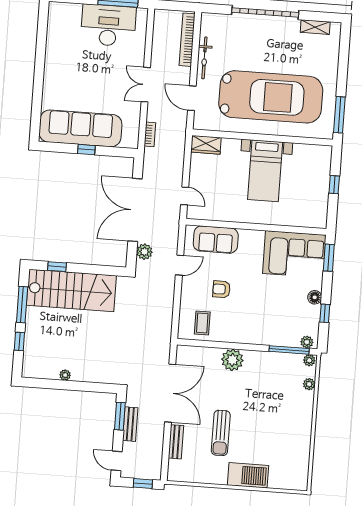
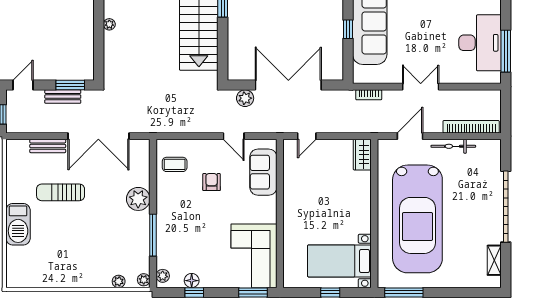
bed with nightstands: (265, 171) -> (339, 261), moved
floor lamp: (315, 297) -> (192, 281), moved
window: (289, 350) -> (153, 235), moved

